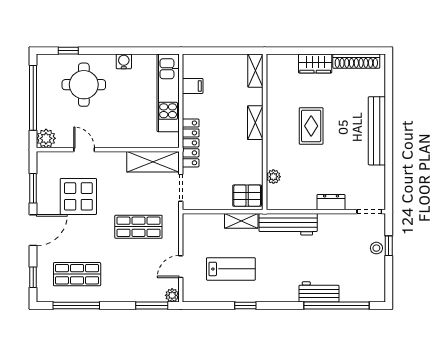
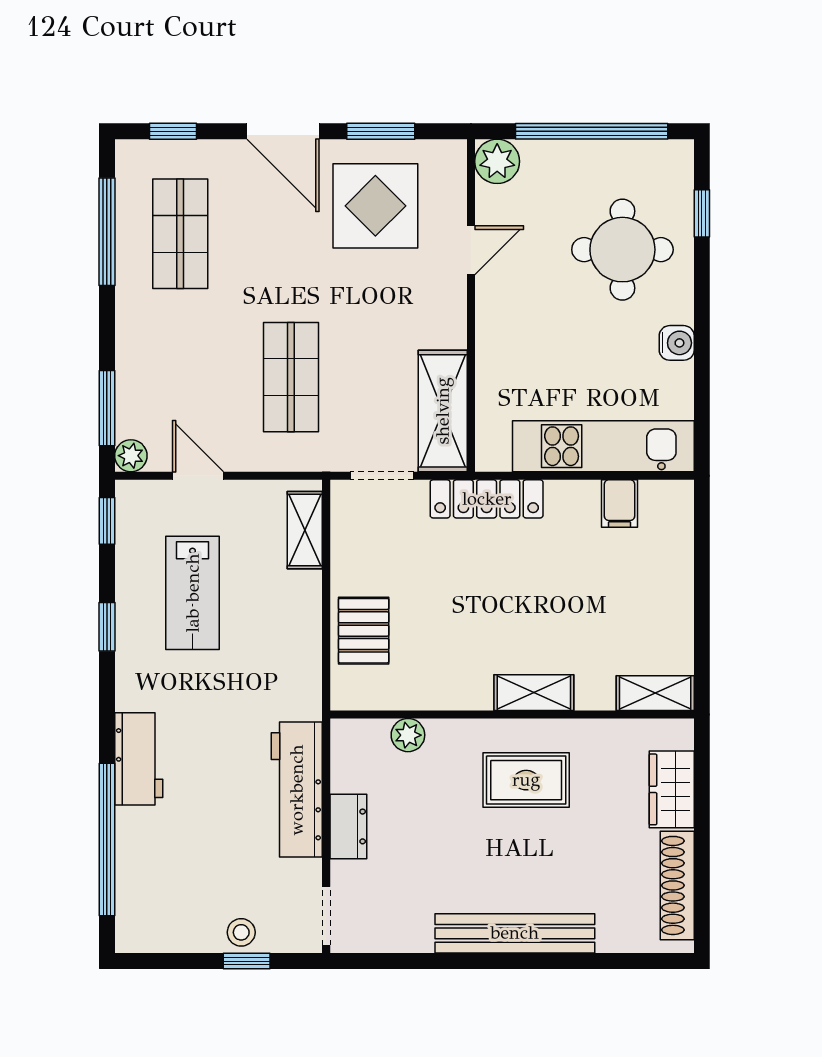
shelving: (255, 71) -> (655, 693), moved
shelving: (255, 123) -> (534, 693), moved
wall: (265, 132) -> (512, 714), moved
plant: (273, 177) -> (408, 735), moved
display table: (78, 196) -> (375, 206), moved
shelving: (241, 221) -> (305, 530), moved
workbench: (288, 224) -> (297, 790), moved
workbench: (319, 292) -> (139, 759), moved
window: (200, 306) -> (107, 521), added

